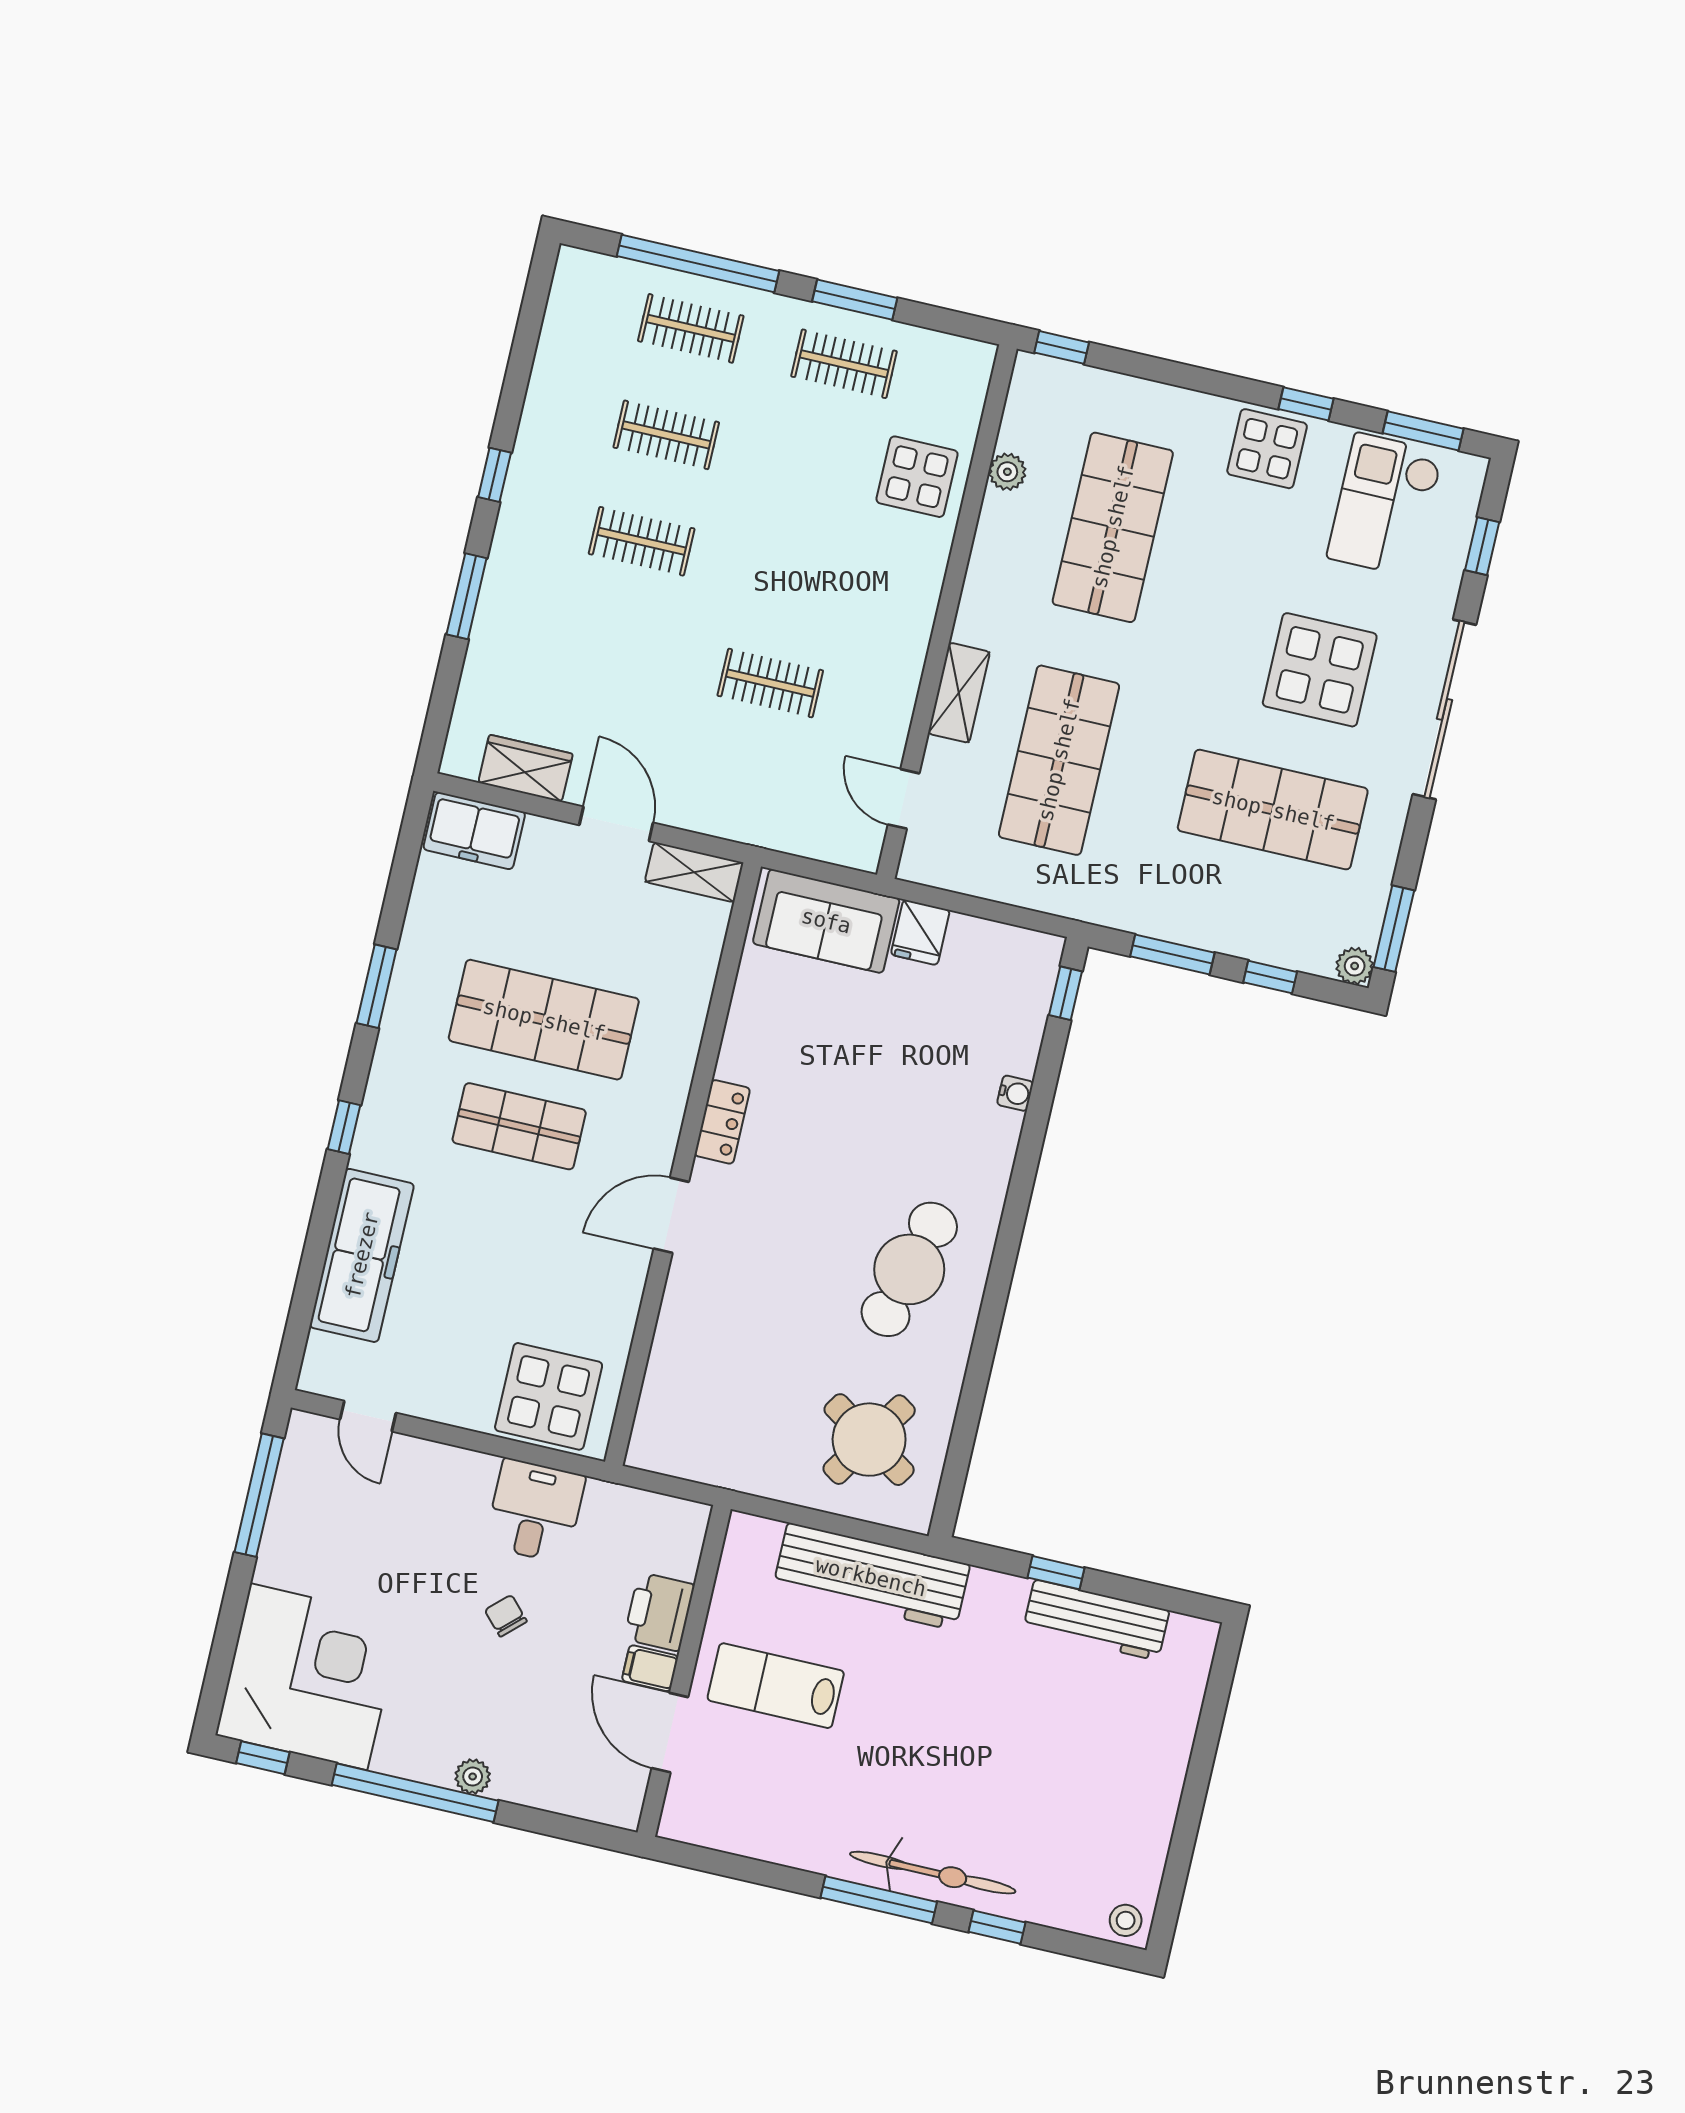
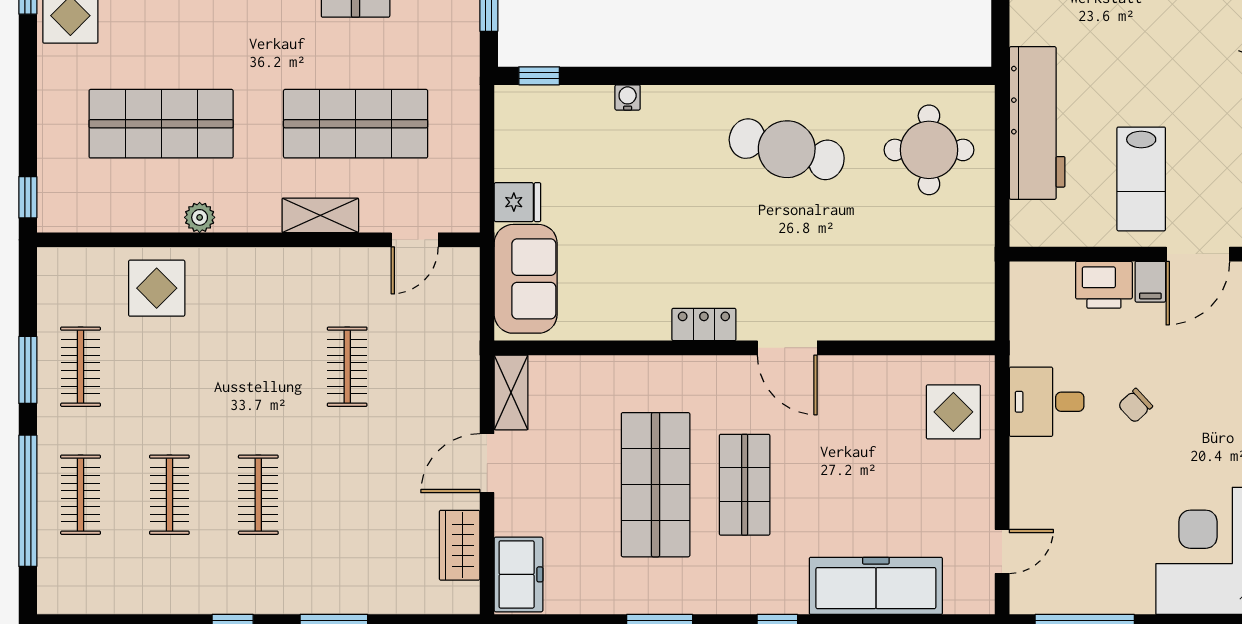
plant: (1007, 472) -> (200, 217), moved
display table: (549, 1396) -> (953, 412), width x0.73, depth x0.73
round table: (869, 1440) -> (929, 150), turned -33

